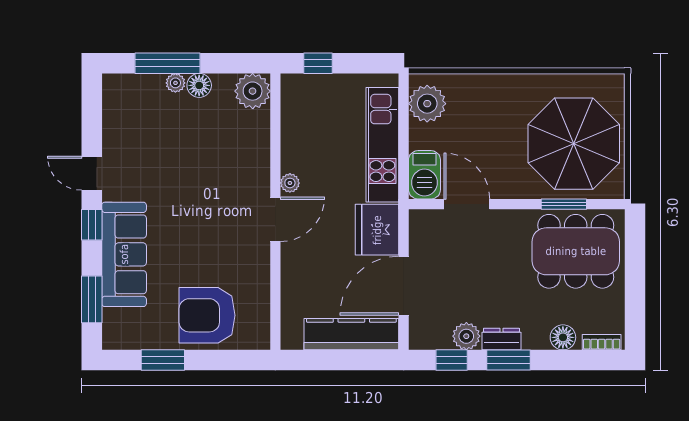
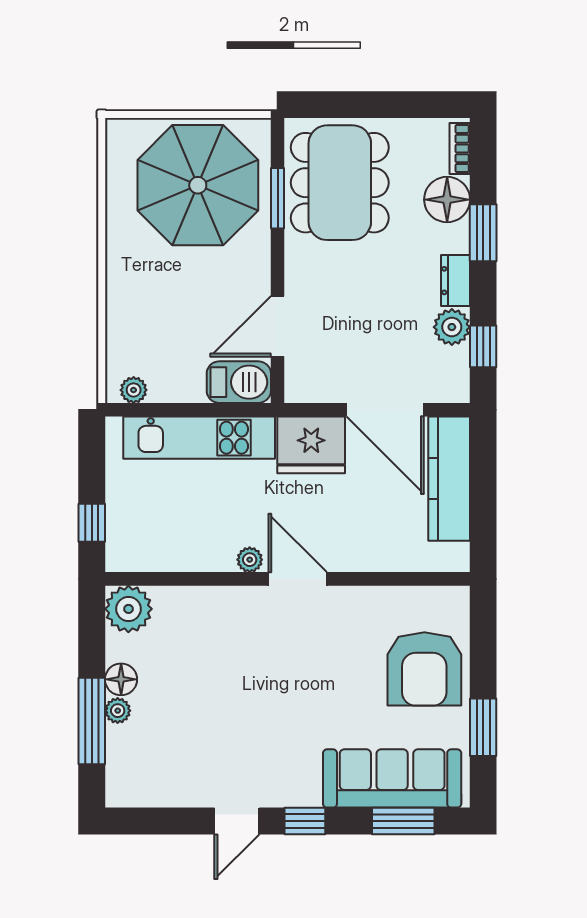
plant: (427, 104) -> (134, 390), width x0.53, depth x0.53
sofa: (124, 254) -> (392, 778), moved
floor lamp: (563, 337) -> (447, 200), width x1.38, depth x1.38
window: (509, 360) -> (483, 233), moved

